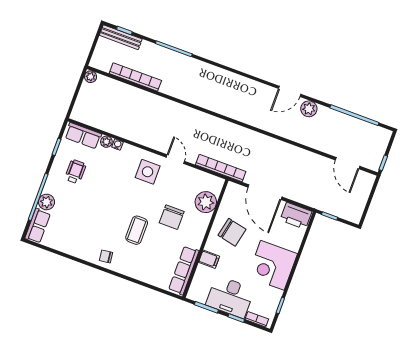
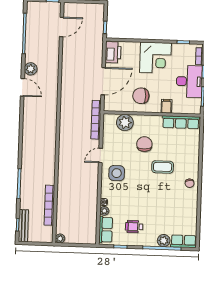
chair: (172, 217) -> (144, 144), turned -92
chair: (232, 232) -> (141, 96), turned -102

